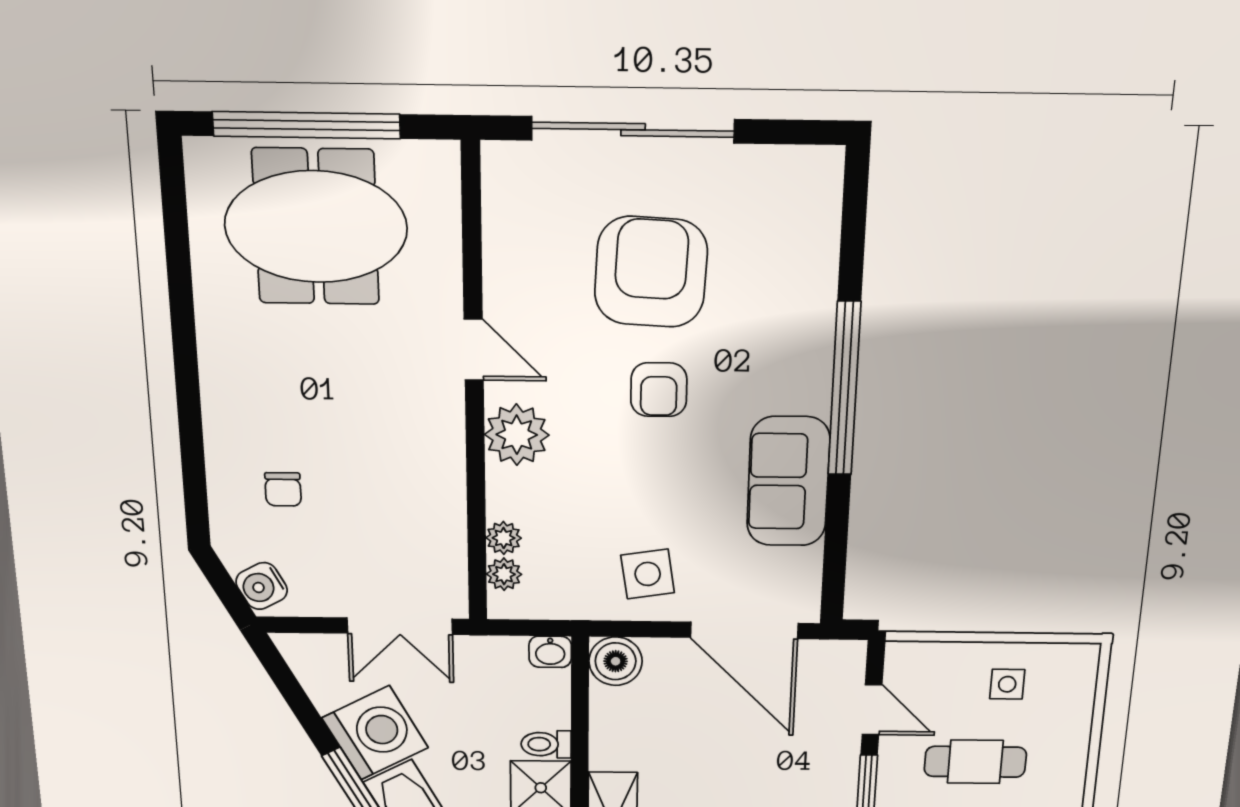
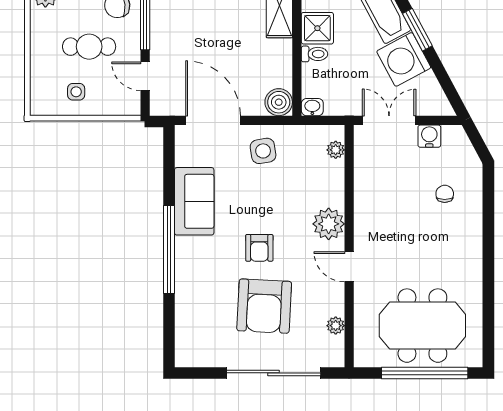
armchair: (659, 390) -> (259, 248), turned 180
plant: (504, 538) -> (336, 326), moved
water cooler: (262, 586) -> (429, 136), moved, turned -62

